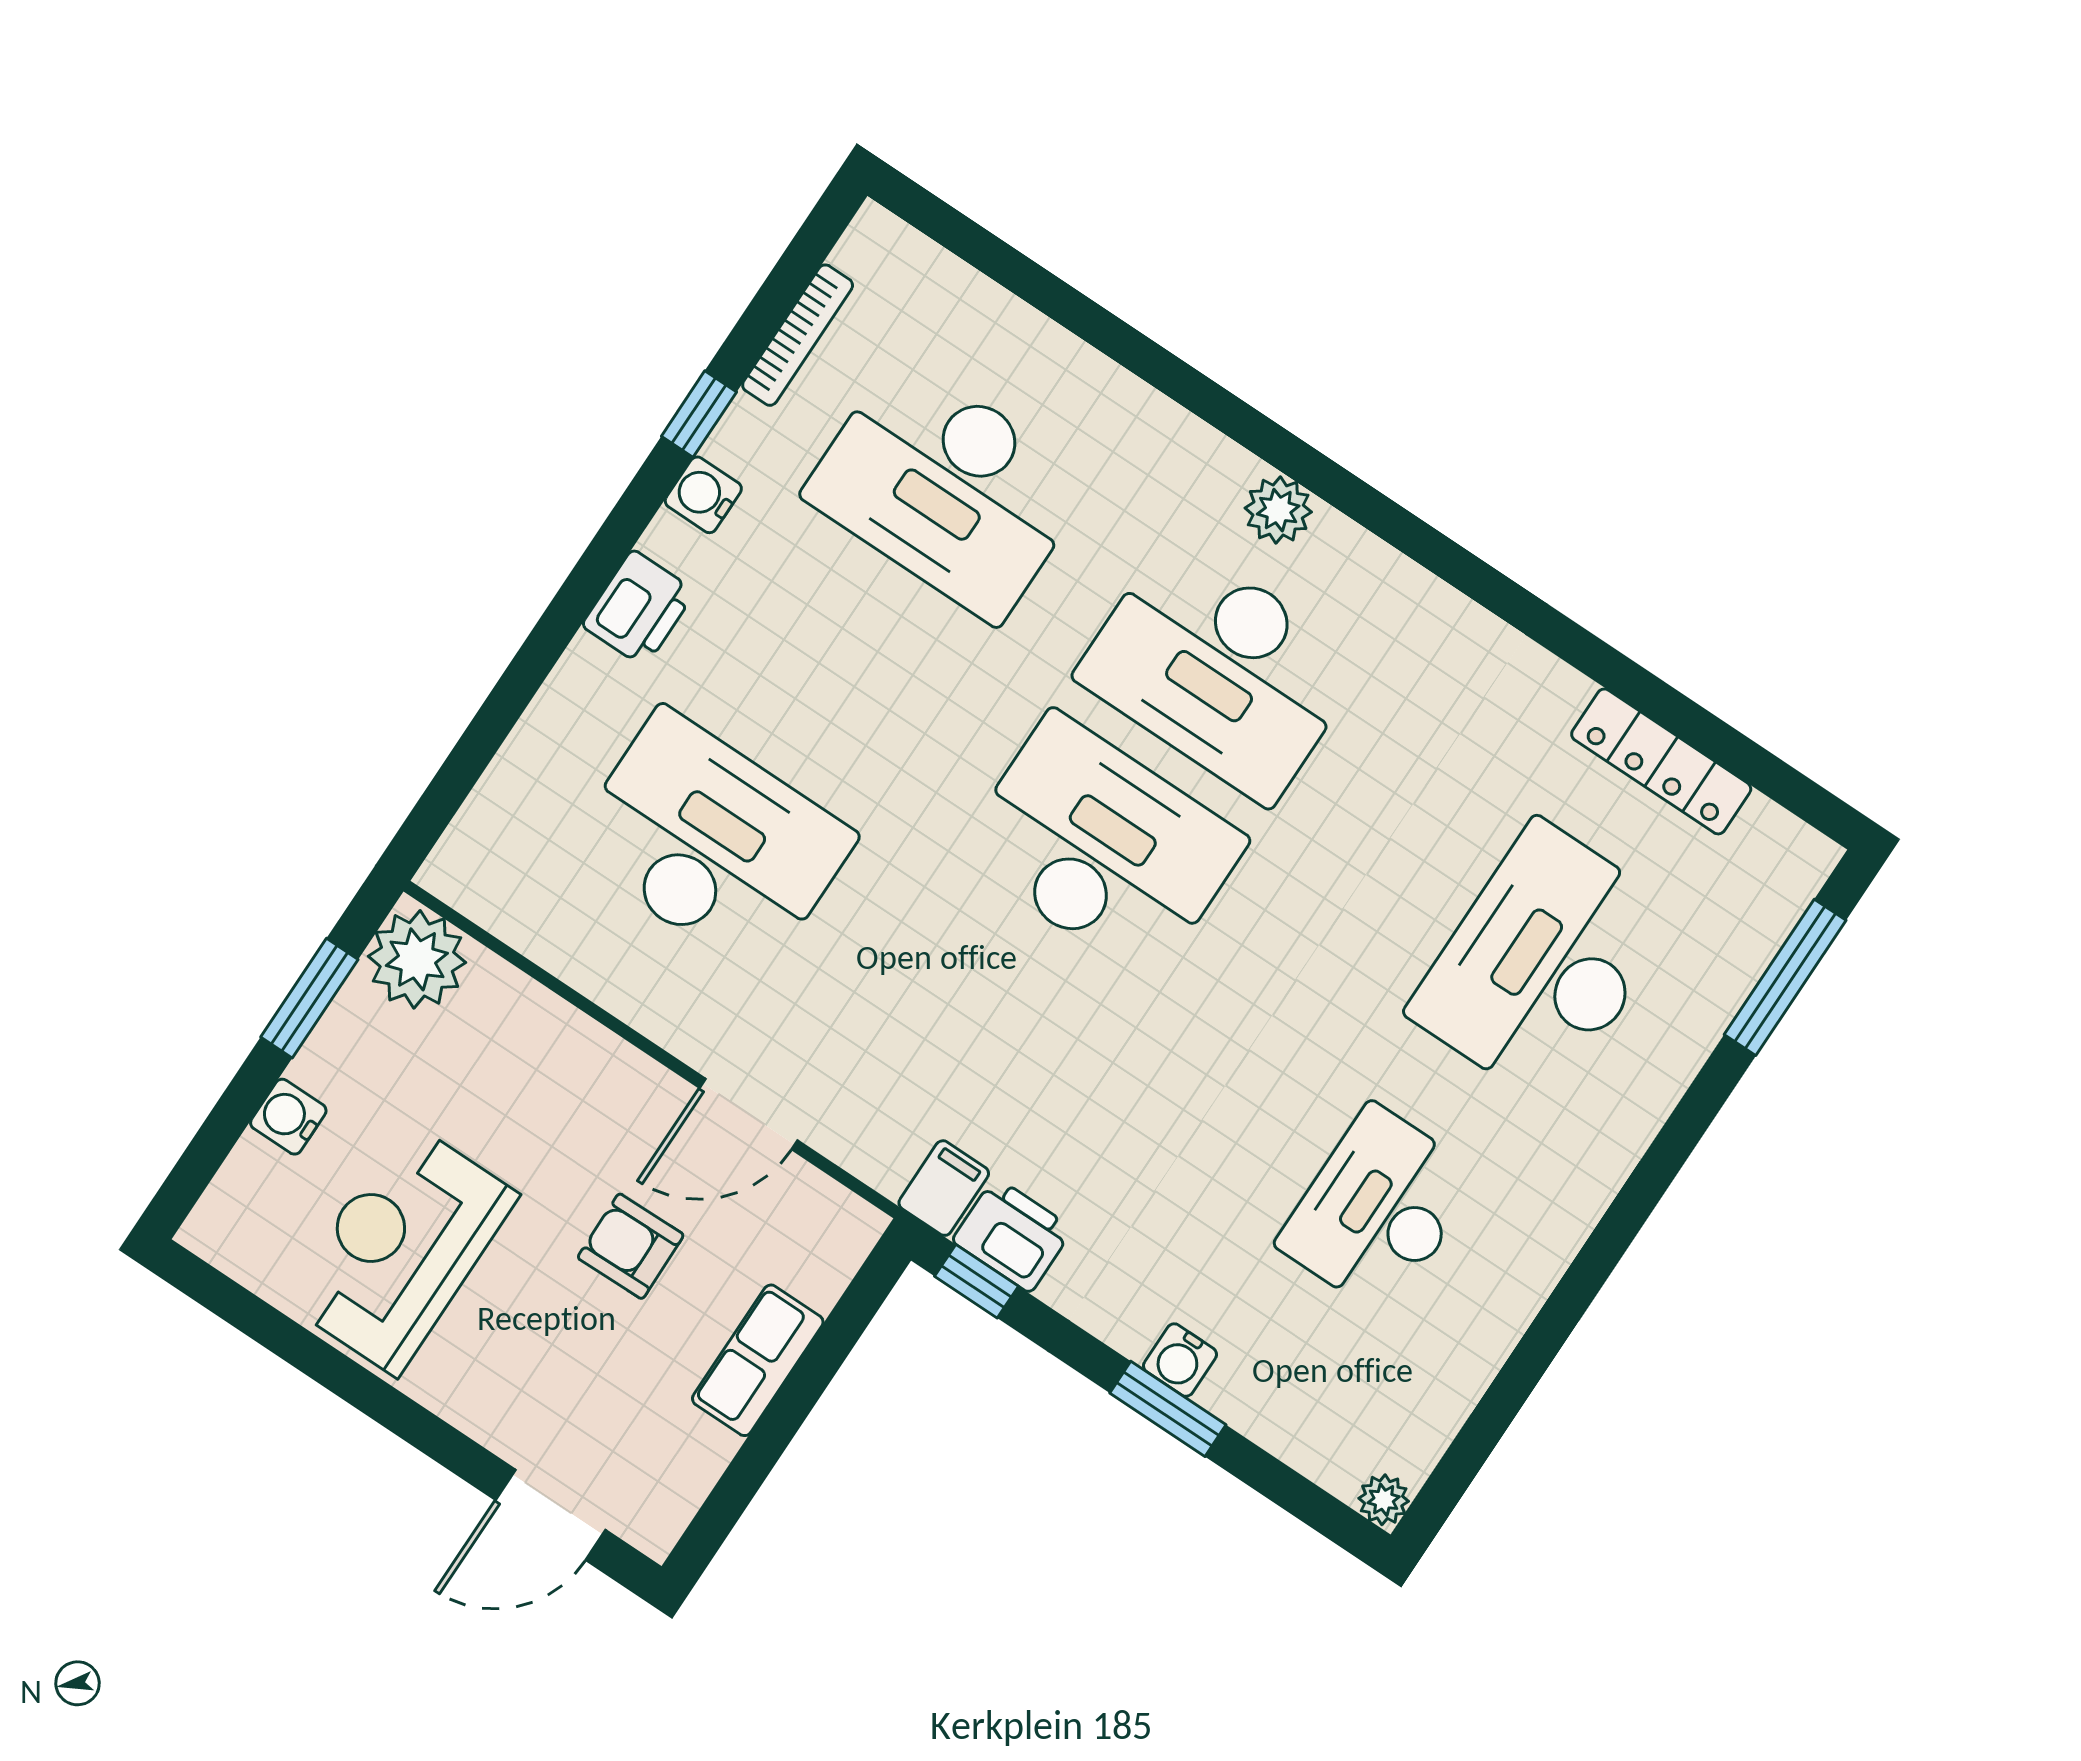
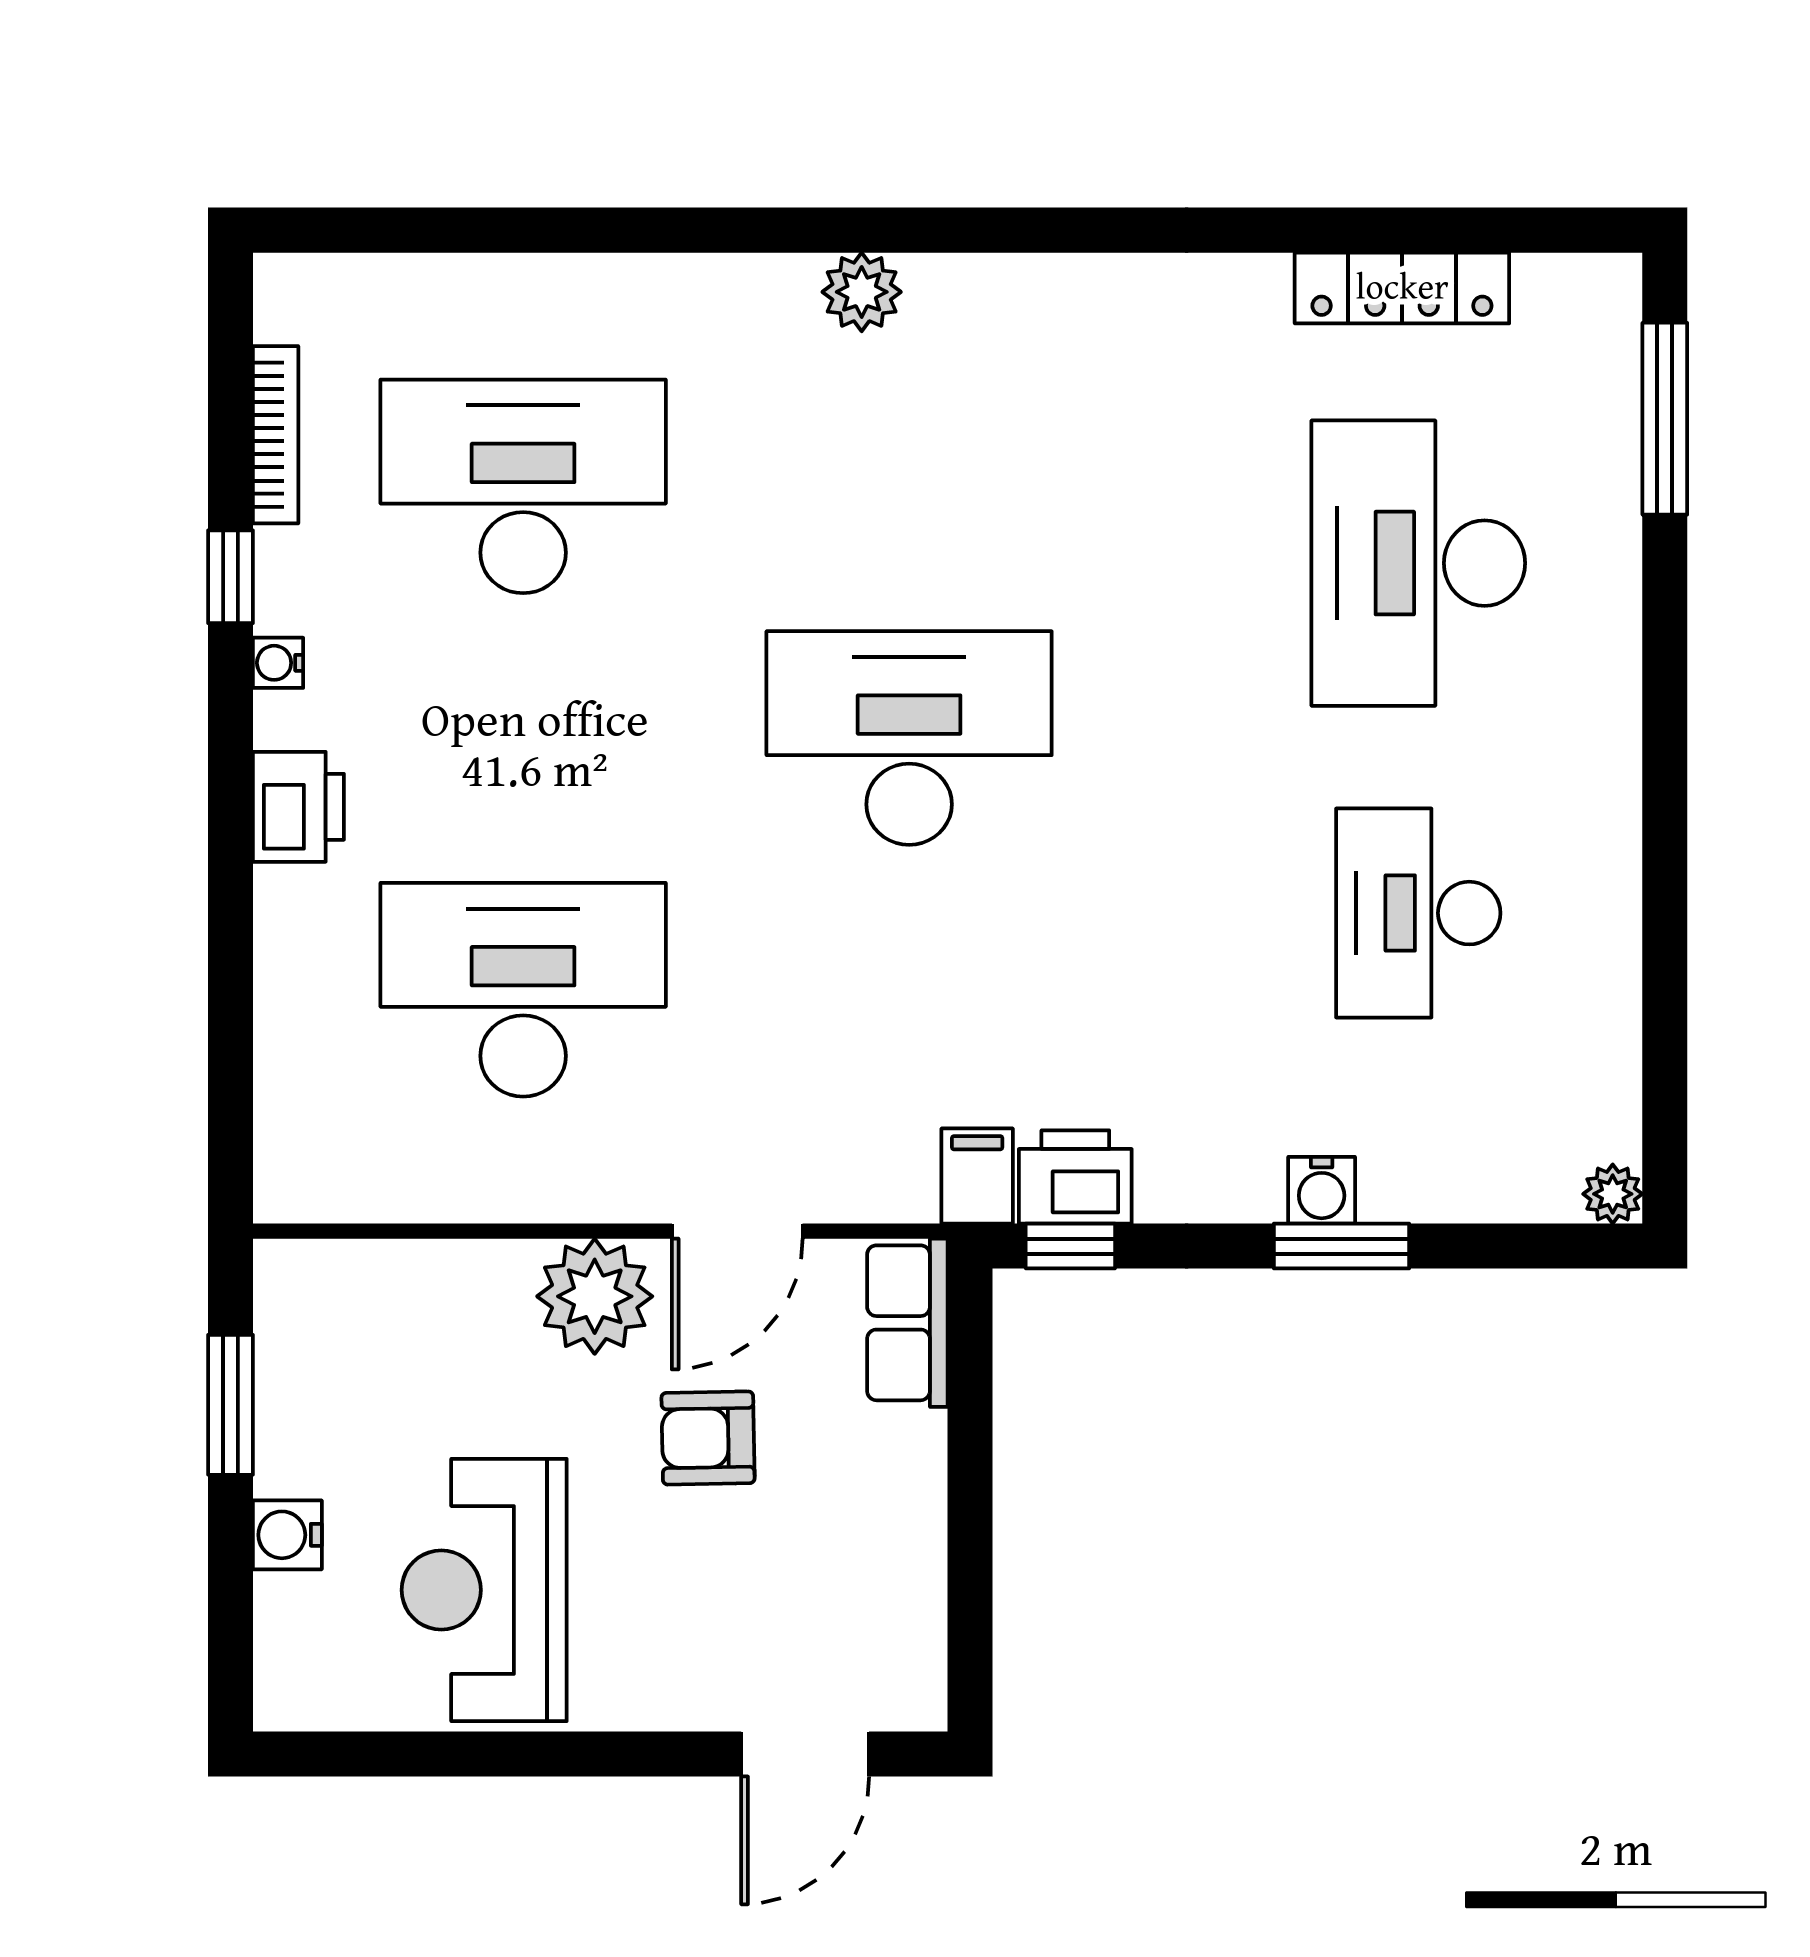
desk: (948, 488) -> (523, 486), turned 180
water cooler: (703, 495) -> (278, 663), width x0.72, depth x0.72
desk: (1220, 670) -> (909, 486), removed
plant: (417, 959) -> (595, 1296), moved
row of seats: (758, 1360) -> (907, 1323), moved

